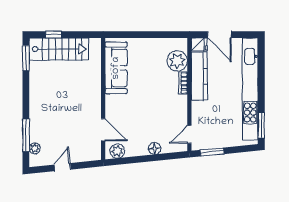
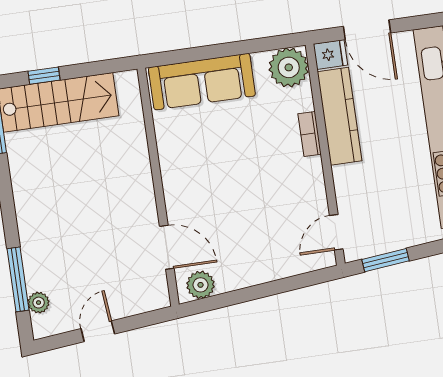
plant: (177, 61) -> (289, 67), moved
sofa: (116, 68) -> (202, 82), moved, turned 90
floor lamp: (155, 148) -> (272, 269), removed

